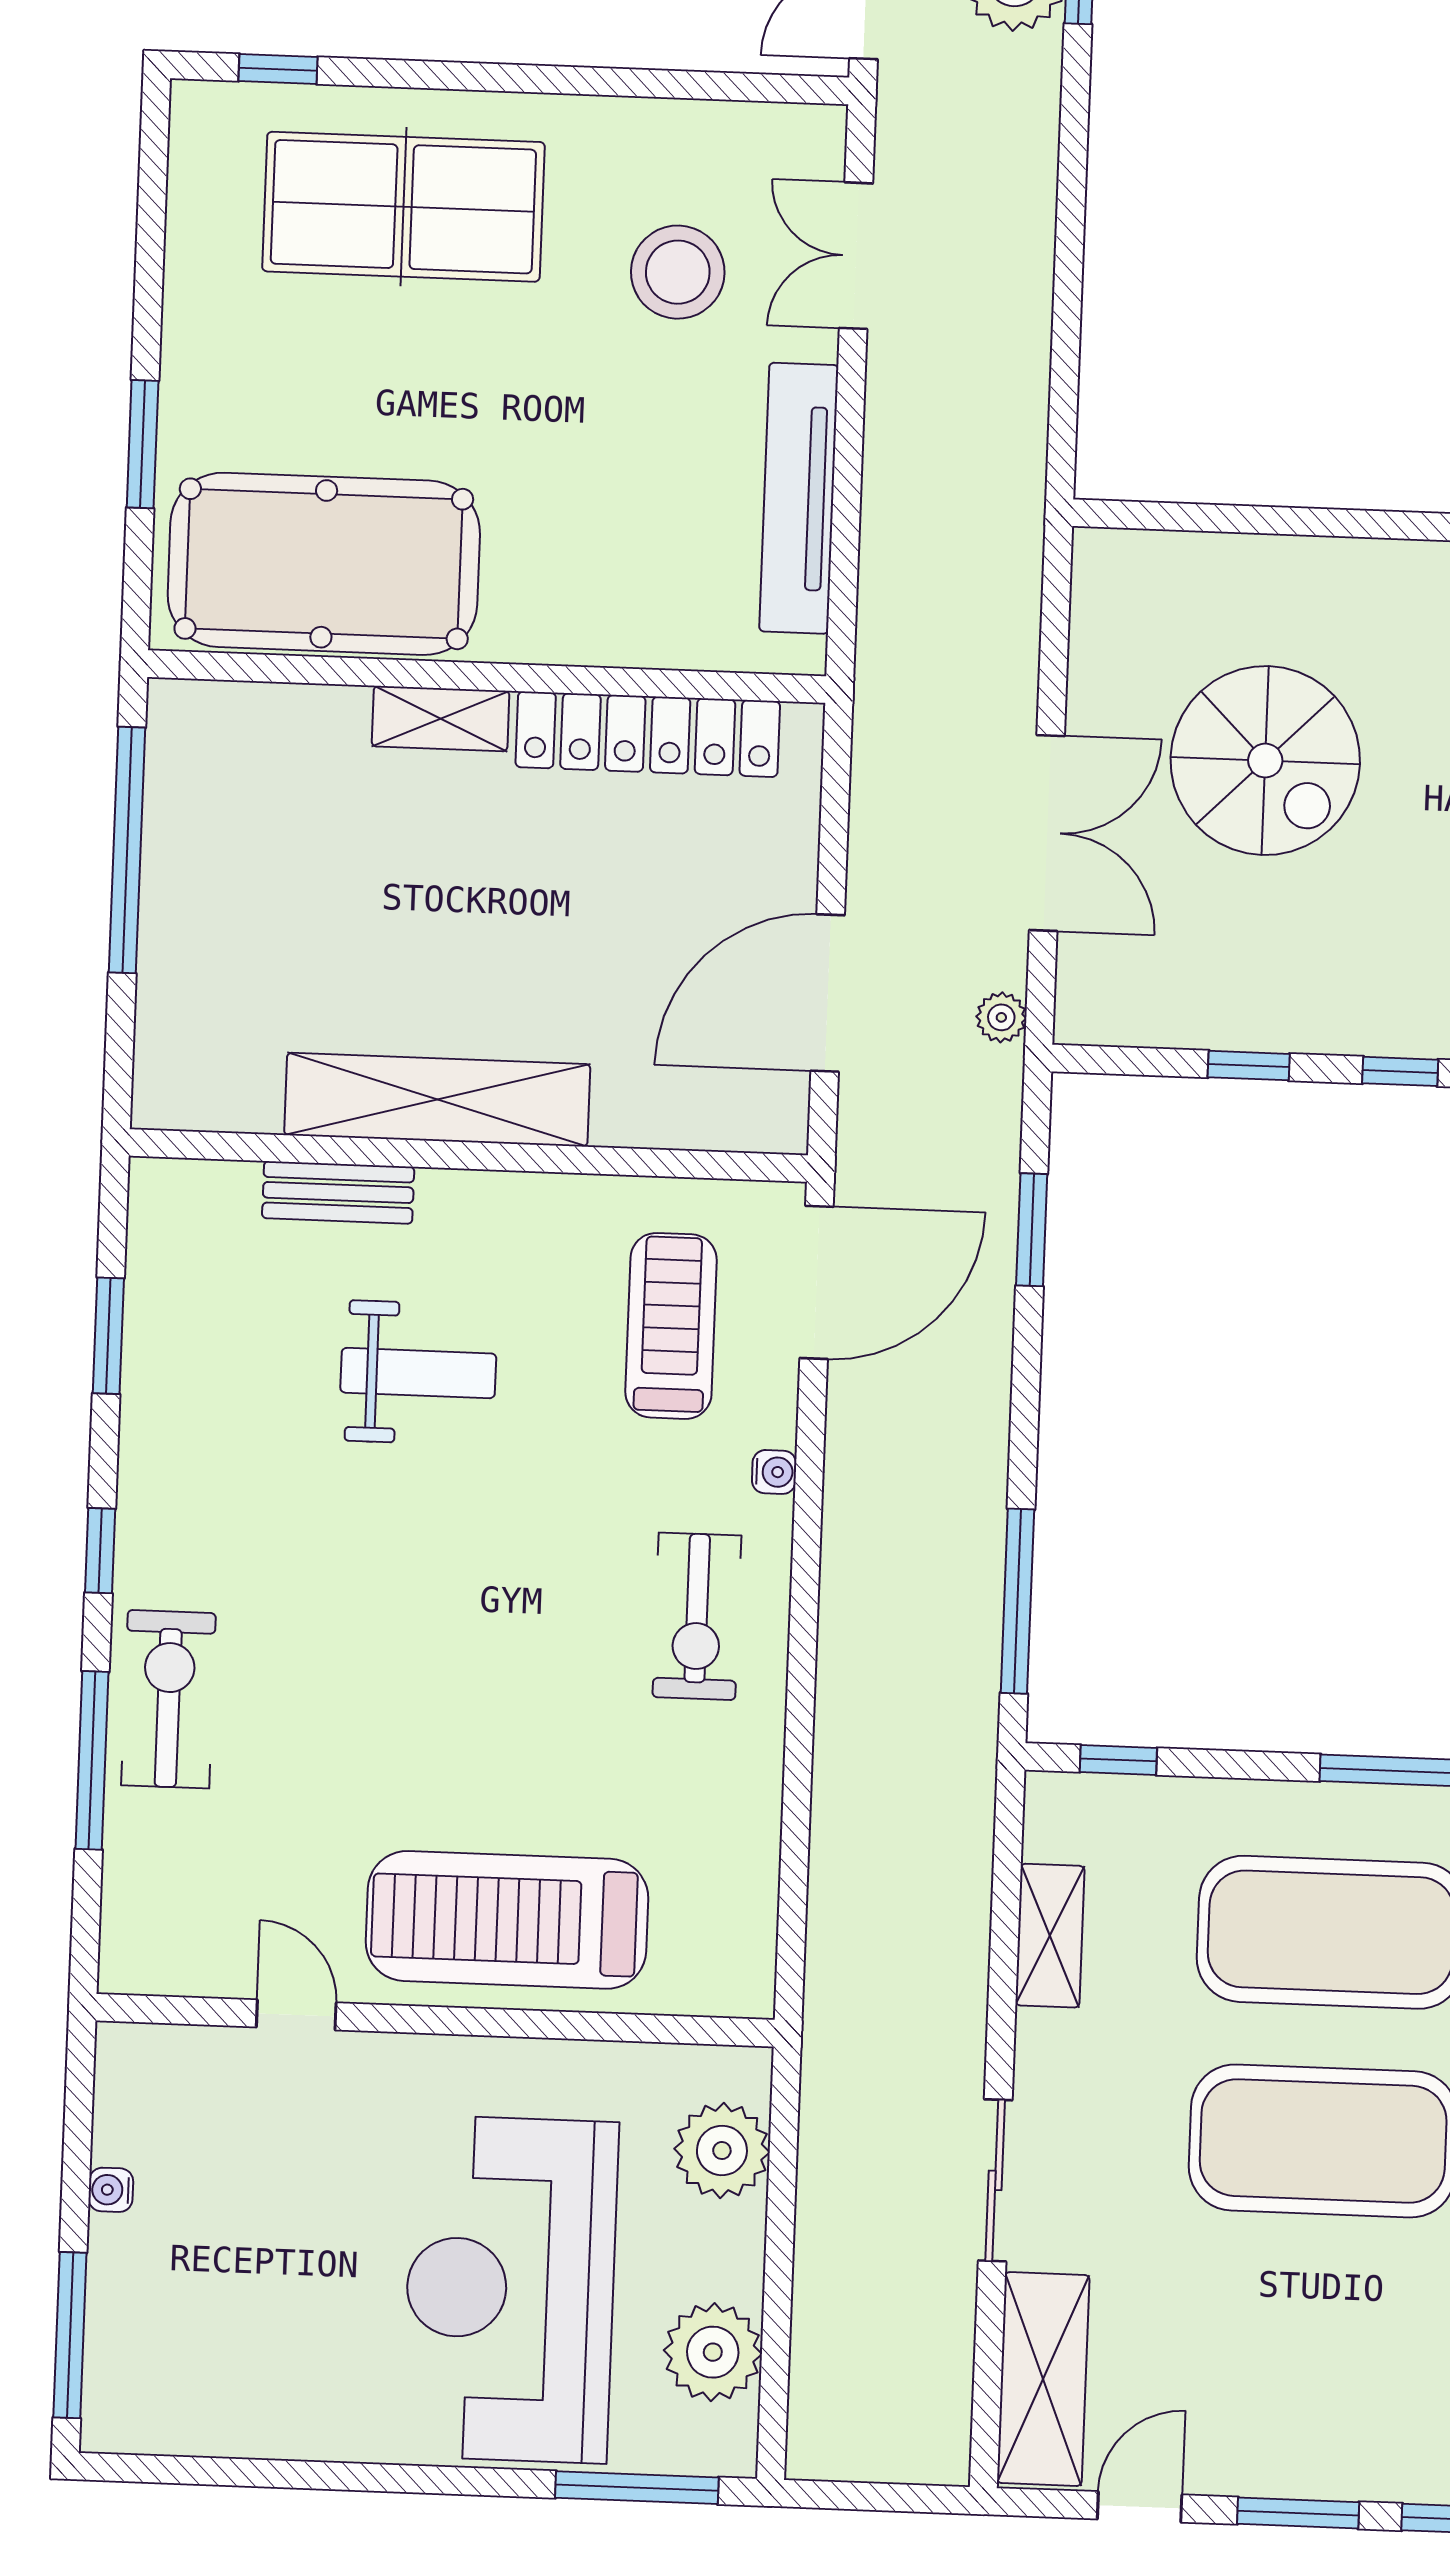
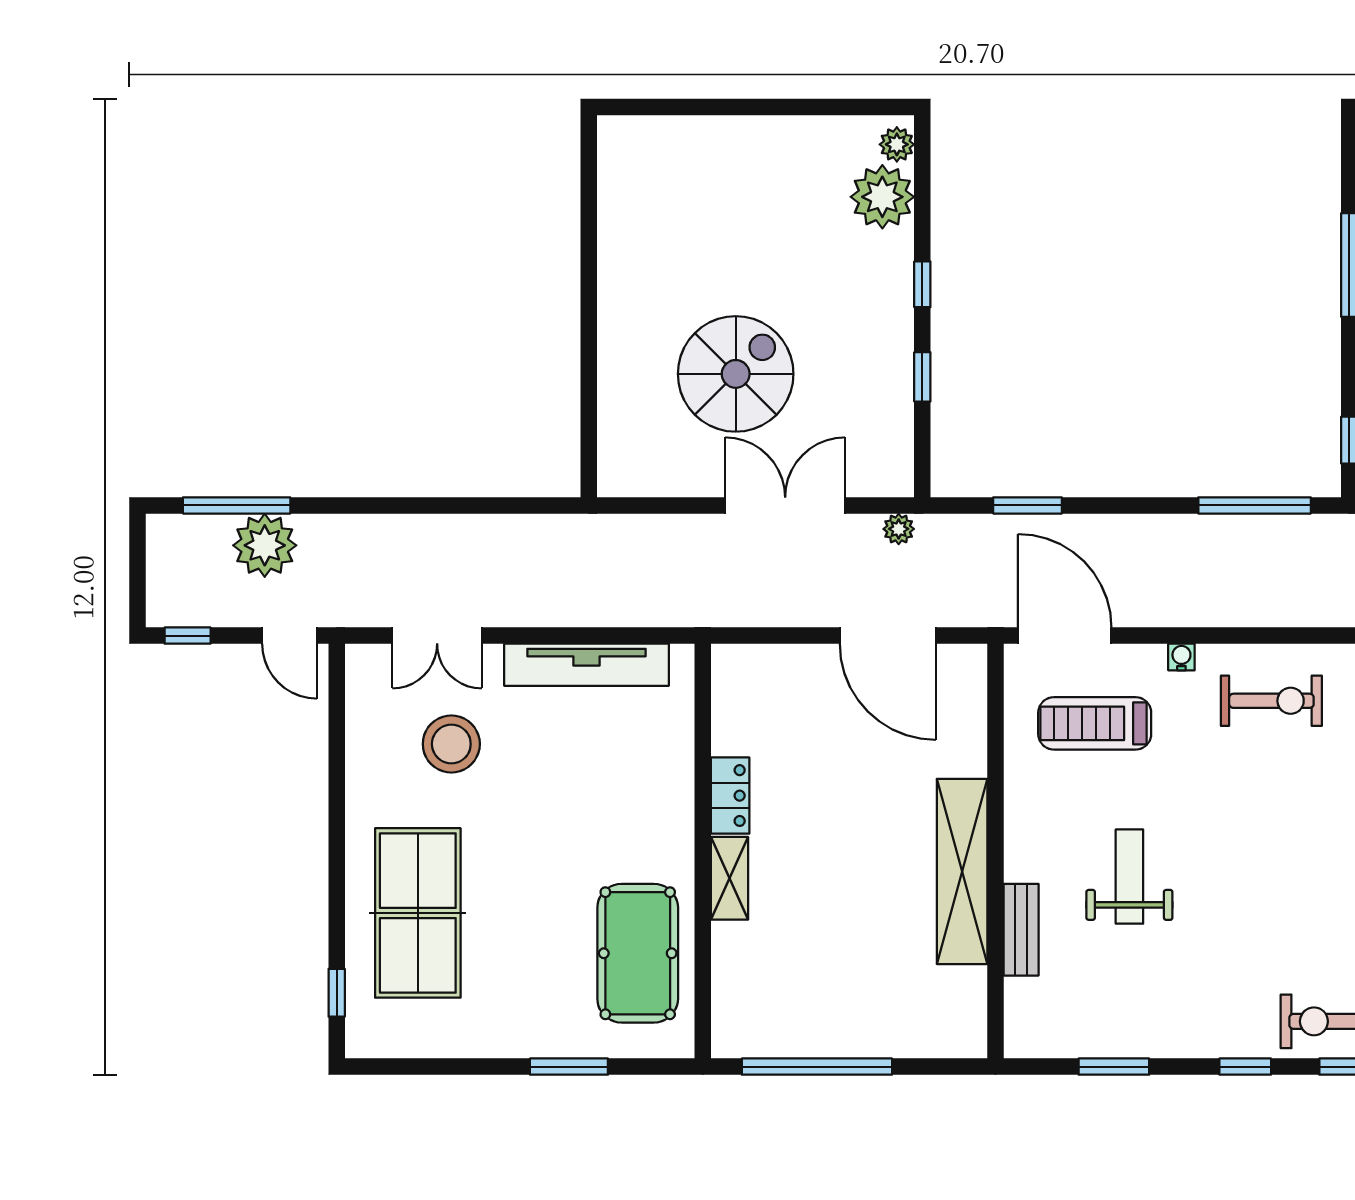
pool table: (324, 564) -> (638, 953), width x0.73, depth x0.76
locker: (648, 734) -> (730, 796), width x0.46, depth x0.83

